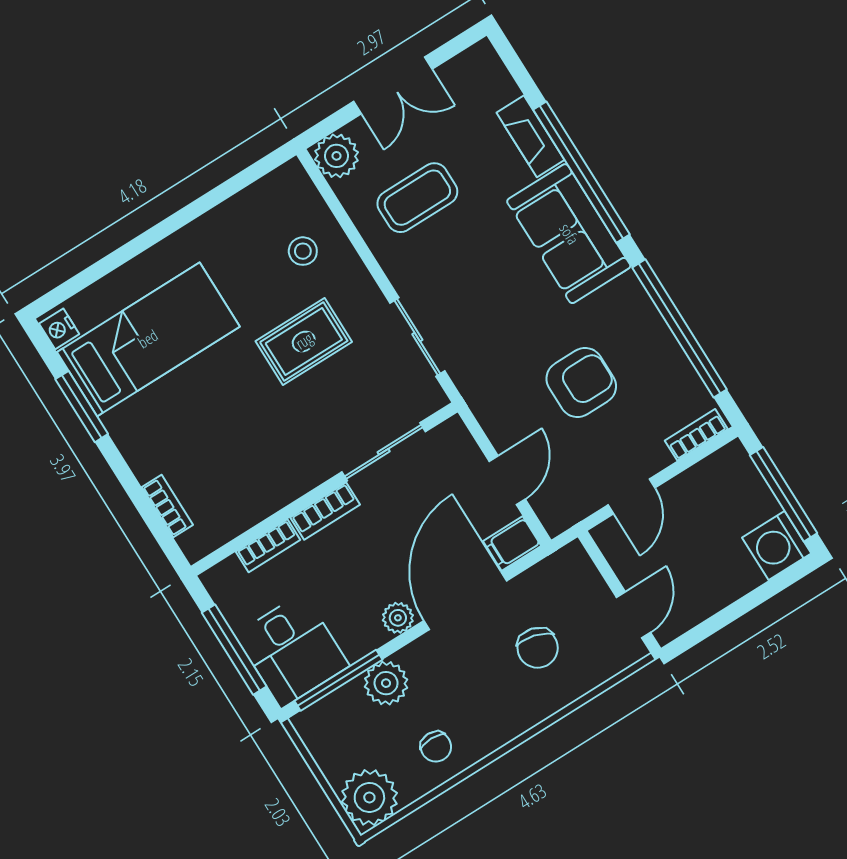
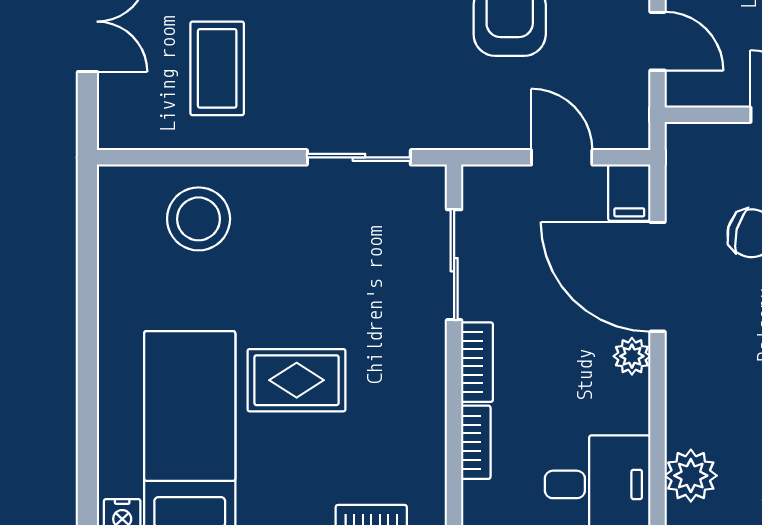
plant: (336, 156) -> (123, 124), removed
stool: (303, 251) -> (199, 219), width x1.89, depth x1.89
rug: (304, 341) -> (297, 380), moved, turned 90
window: (338, 680) -> (658, 456), removed
plant: (386, 683) -> (691, 476), moved

